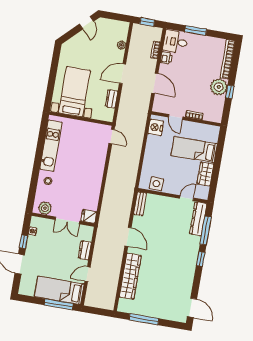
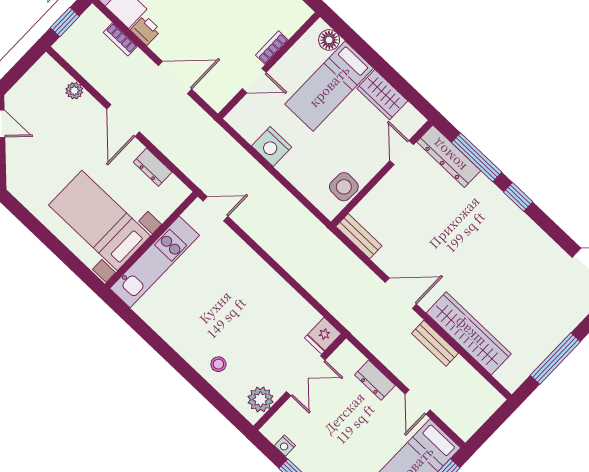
nightstand: (156, 127) -> (272, 147), moved
floor lamp: (213, 137) -> (329, 40), added
kitchen unit: (51, 146) -> (155, 262), moved, turned 90
bench: (117, 265) -> (435, 343), added

